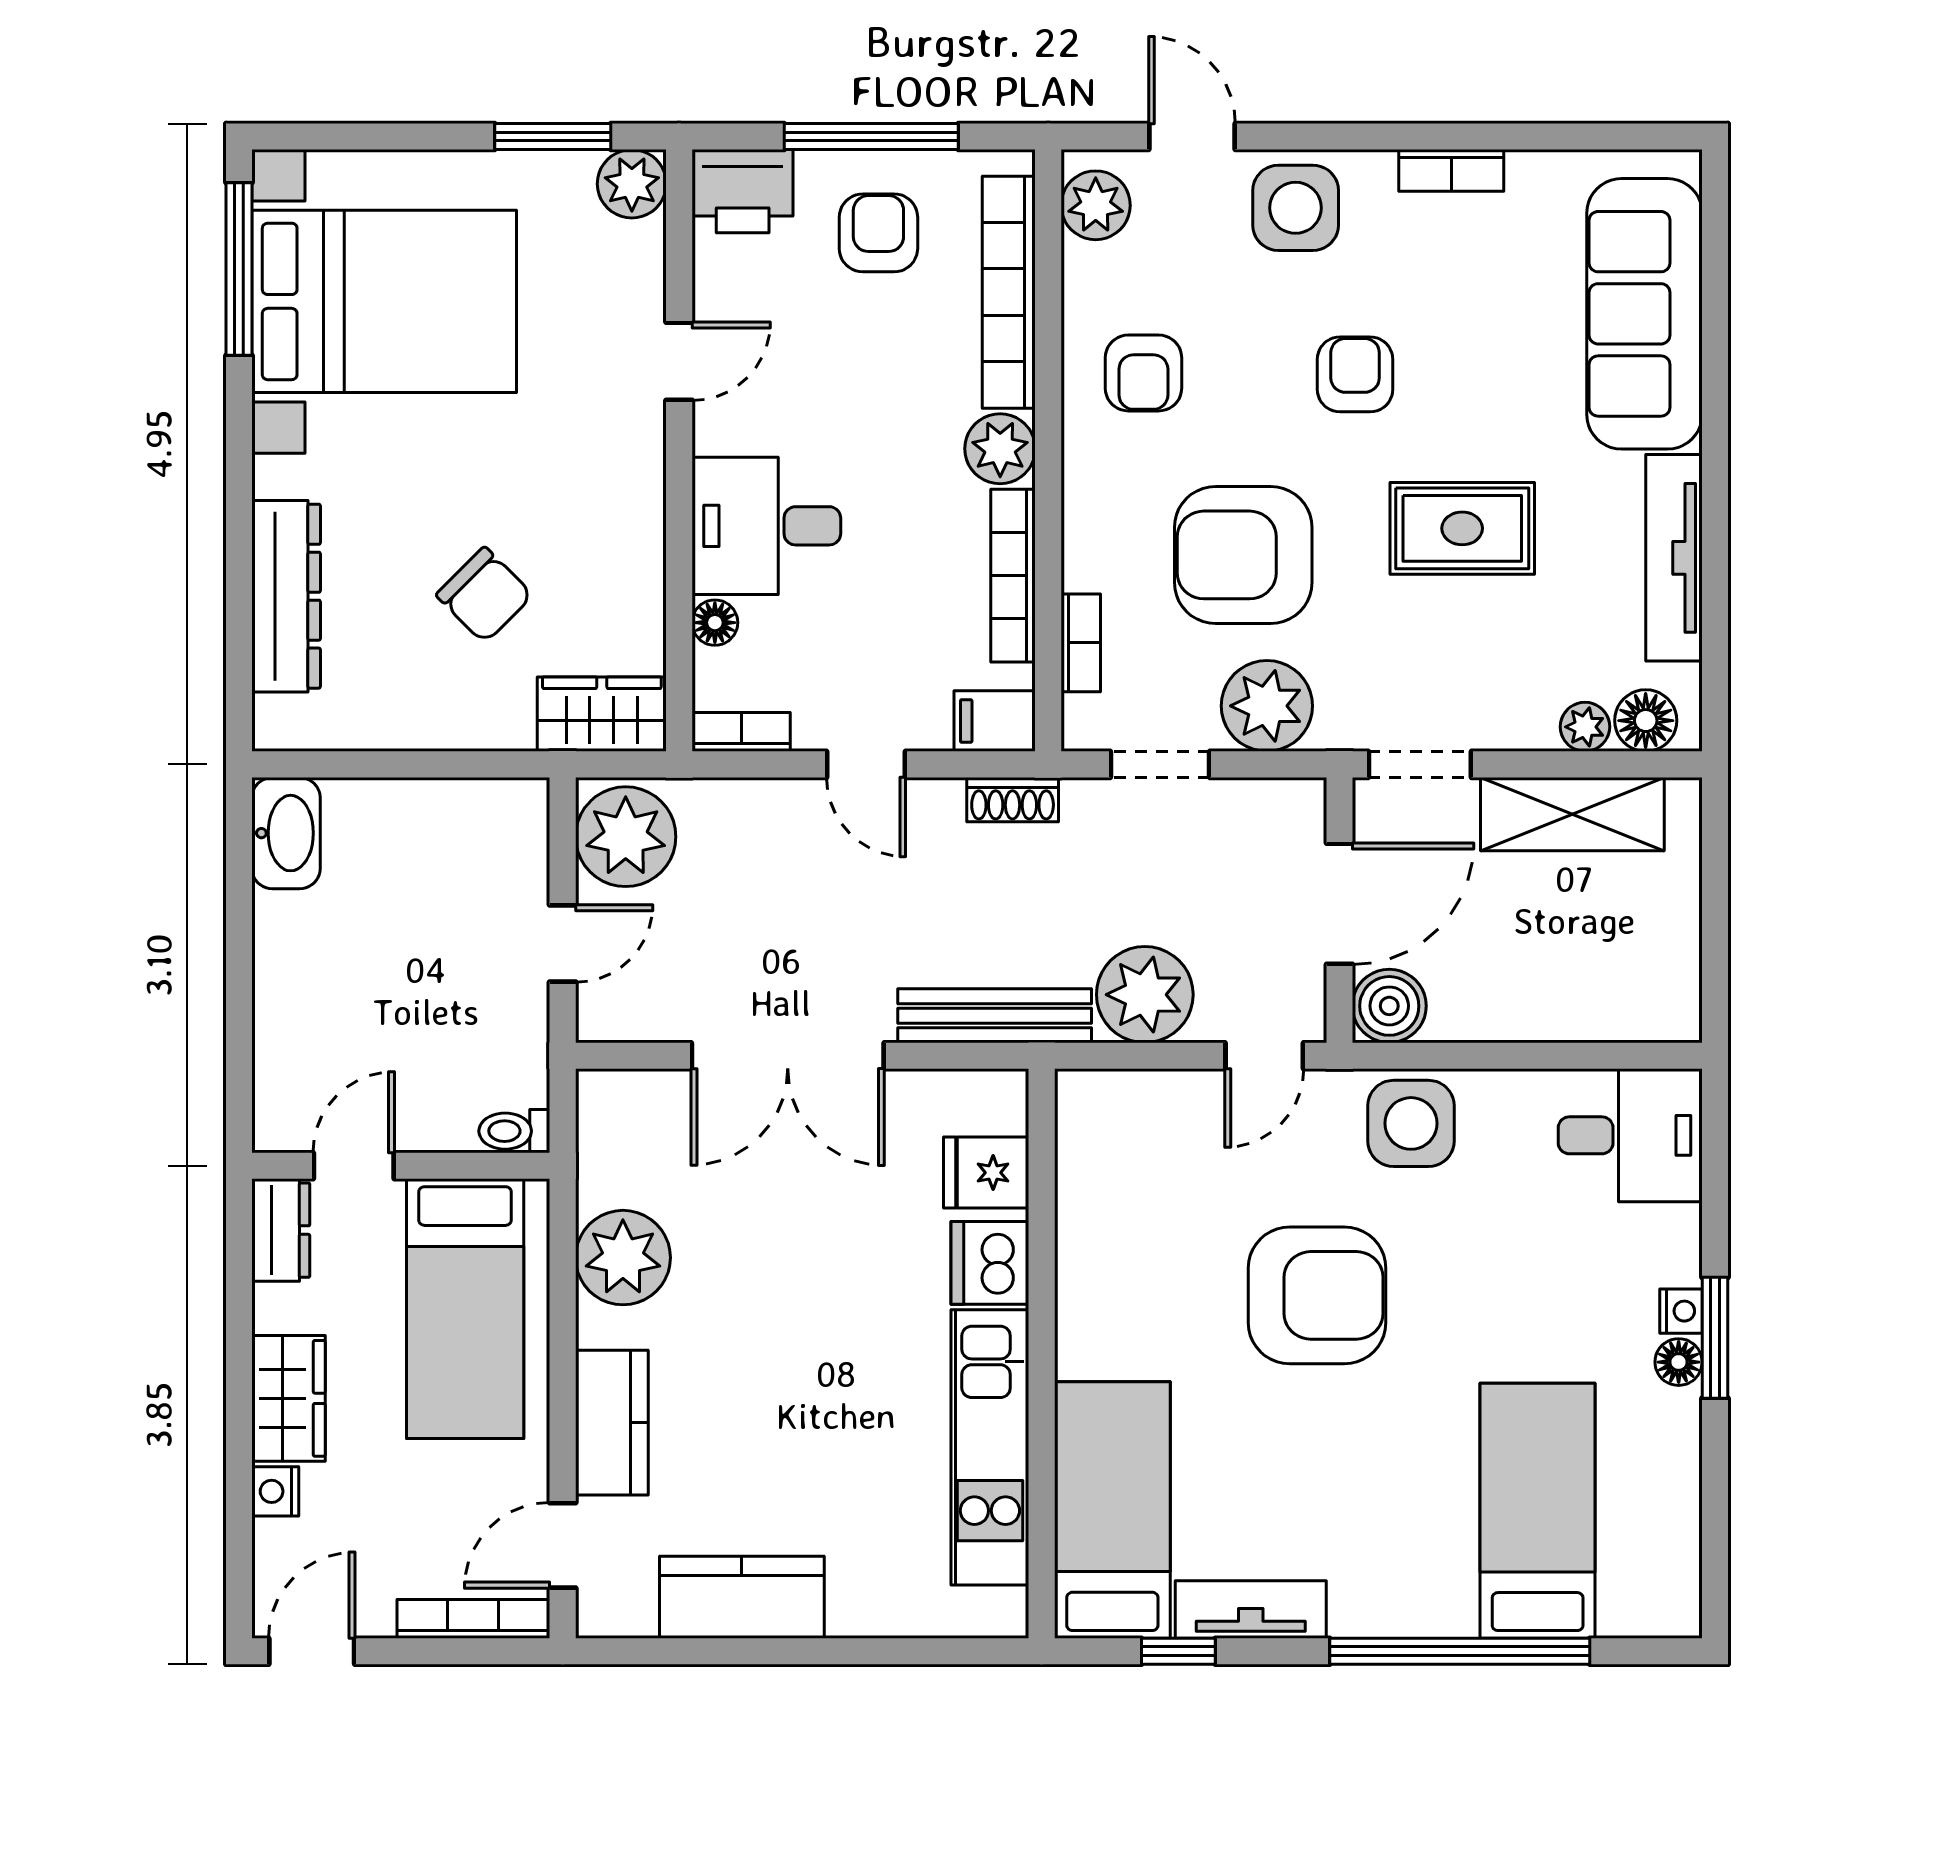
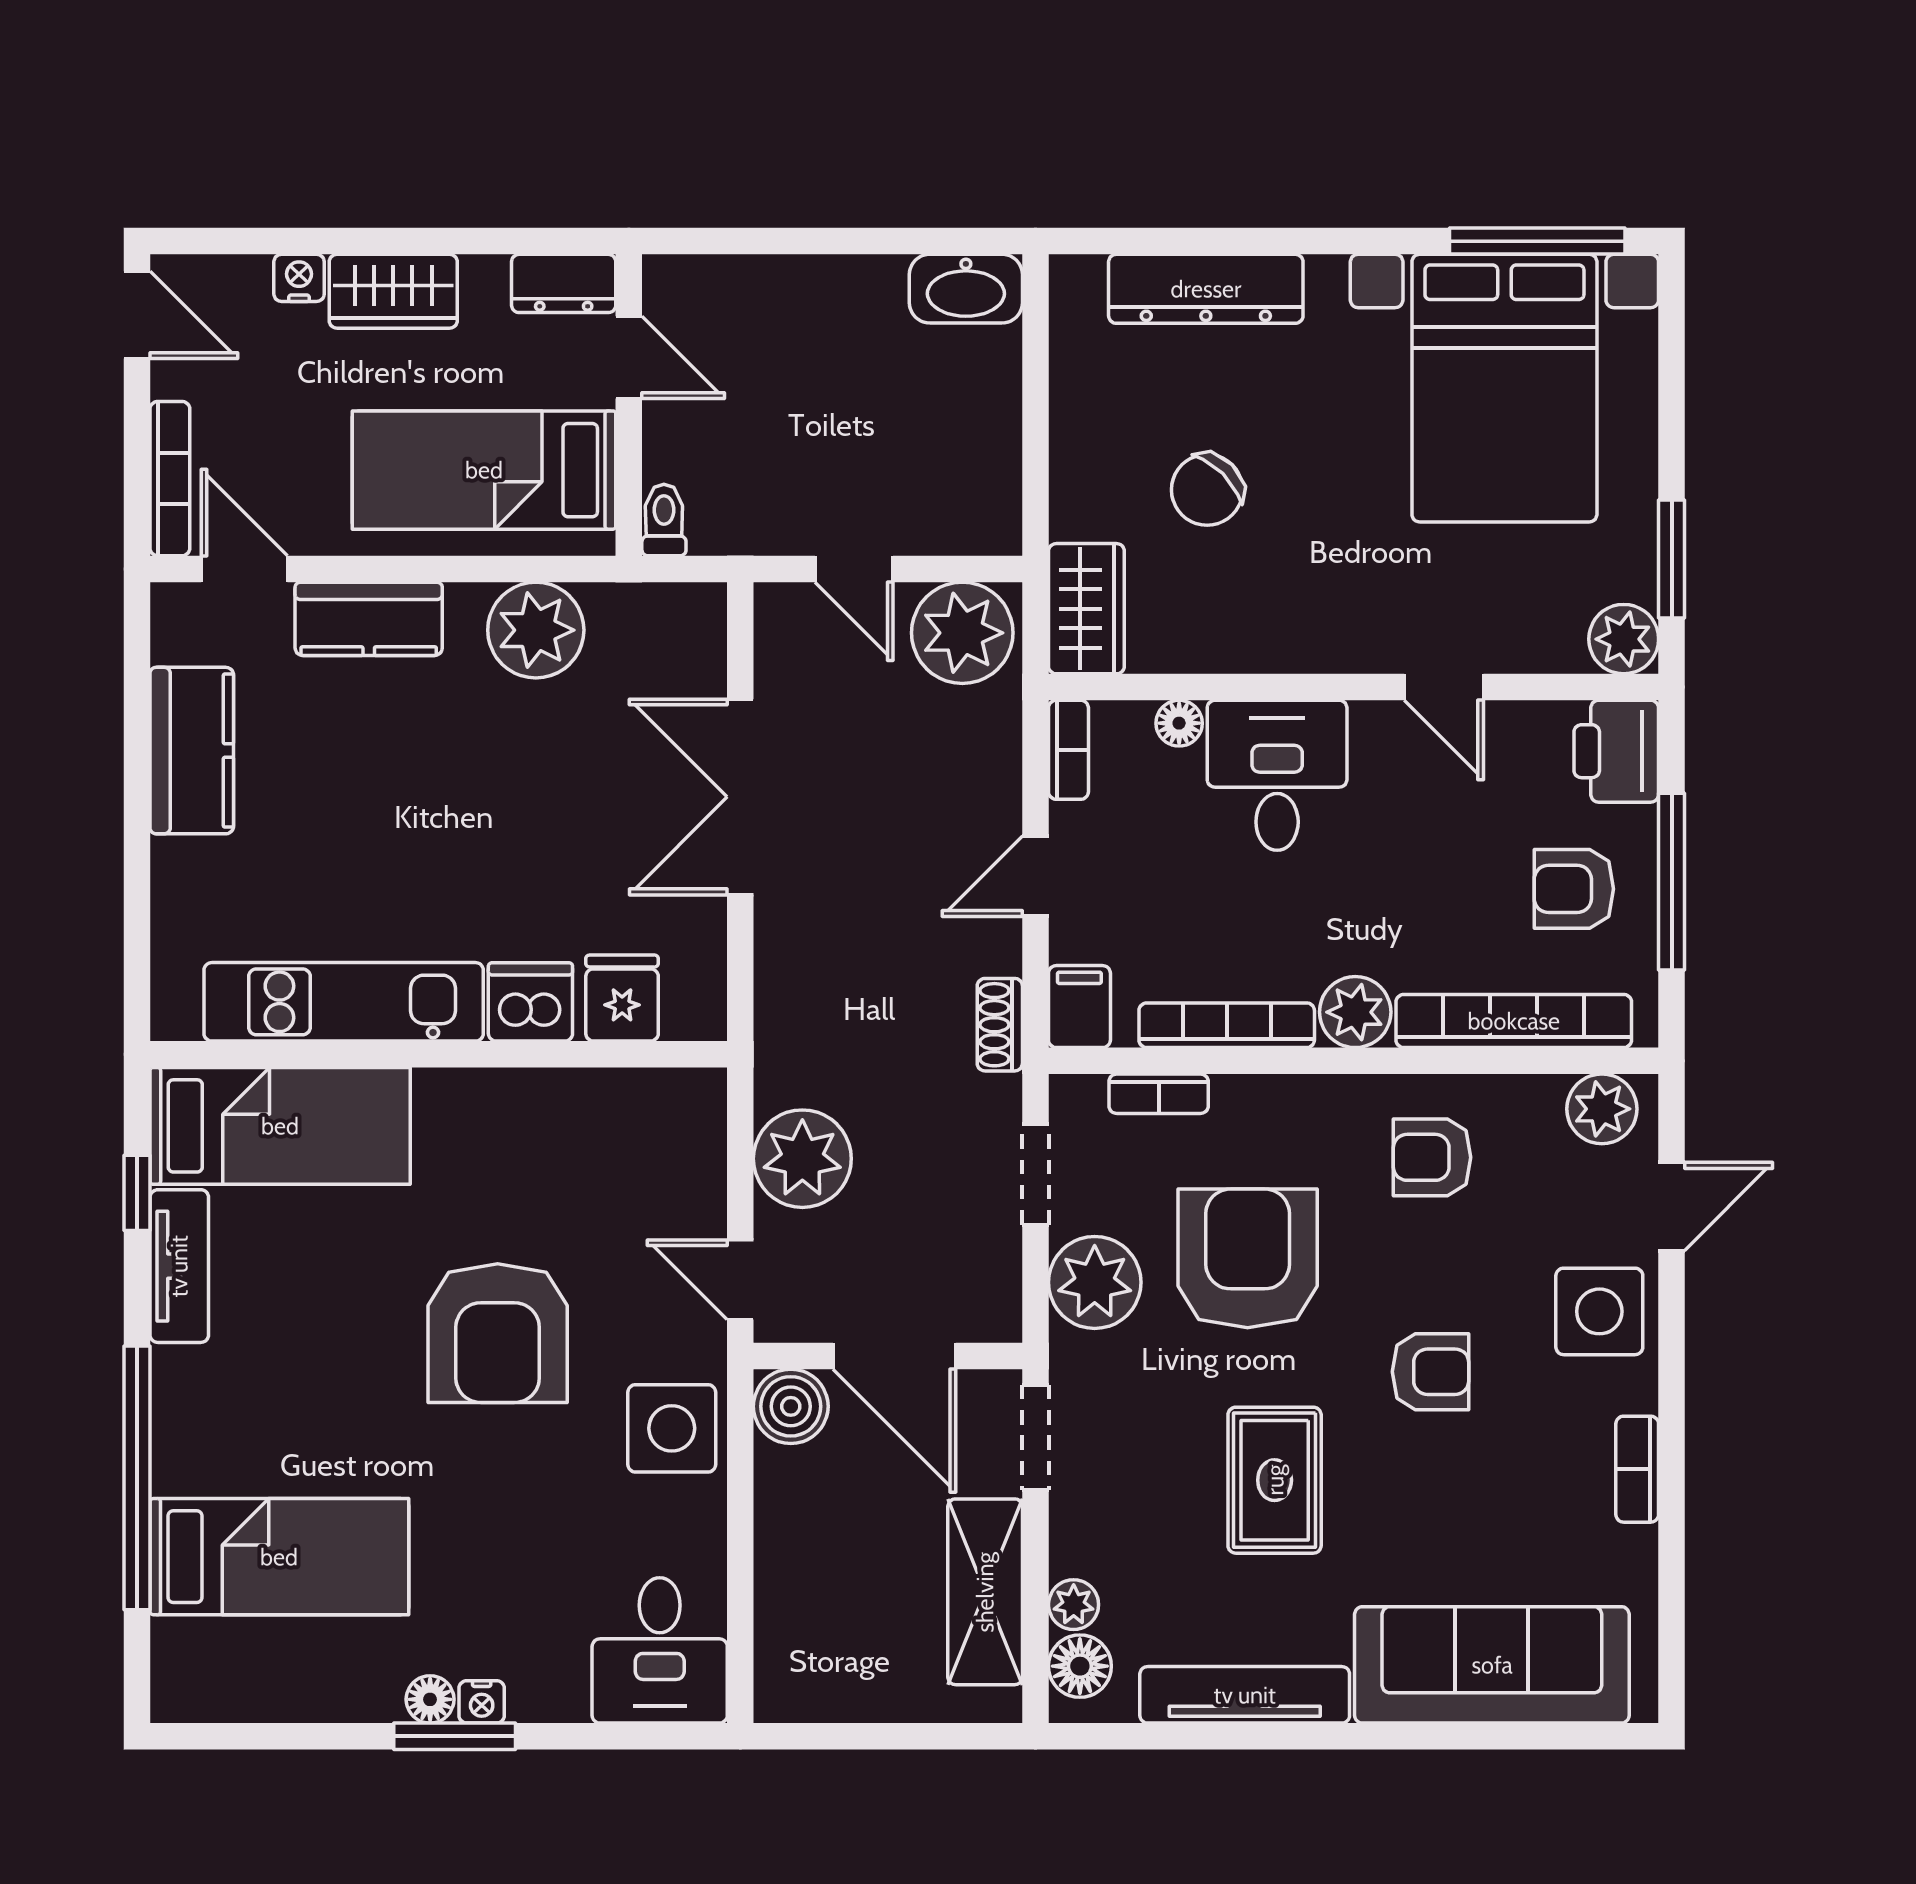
armchair: (878, 233) -> (1574, 889), turned 180
bench: (995, 1016) -> (781, 1007), removed

